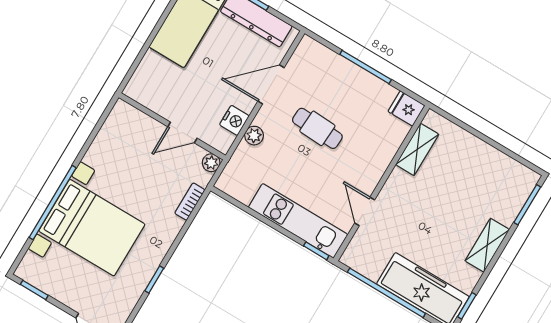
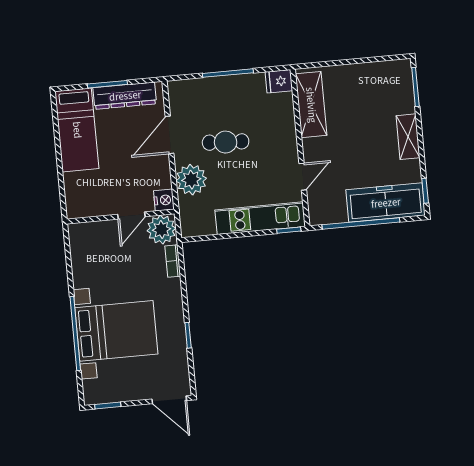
nightstand: (234, 120) -> (164, 200), moved
plant: (254, 136) -> (191, 180), width x1.88, depth x1.88
shelving: (417, 149) -> (311, 105), width x1.50, depth x1.33
plant: (211, 163) -> (161, 230), width x1.88, depth x1.88
door: (365, 211) -> (303, 177), swing flipped

